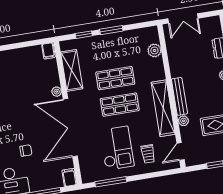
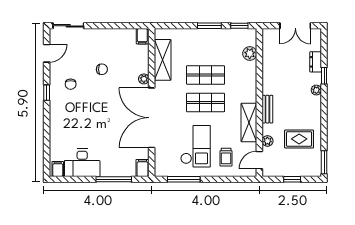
double door: (183, 18) -> (295, 26), moved
window: (84, 35) -> (239, 26), moved
bench: (179, 96) -> (267, 109), width x0.73
shelving: (163, 108) -> (249, 122), width x0.68
plant: (183, 121) -> (267, 141), moved
chair: (26, 151) -> (102, 69), moved

